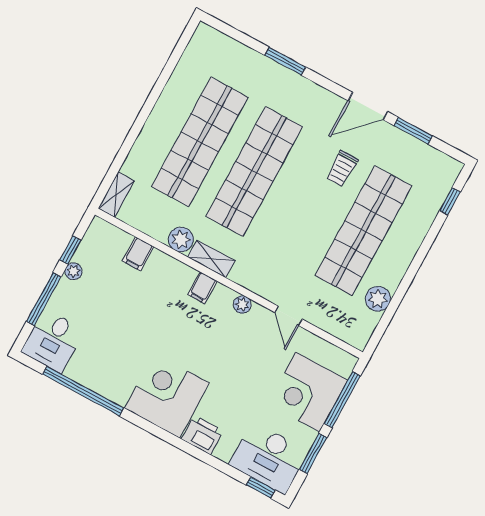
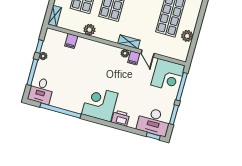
shelving: (211, 259) -> (129, 42), moved
filing cabinet: (202, 288) -> (134, 58), moved
corner desk: (308, 392) -> (168, 75), moved, turned -90

